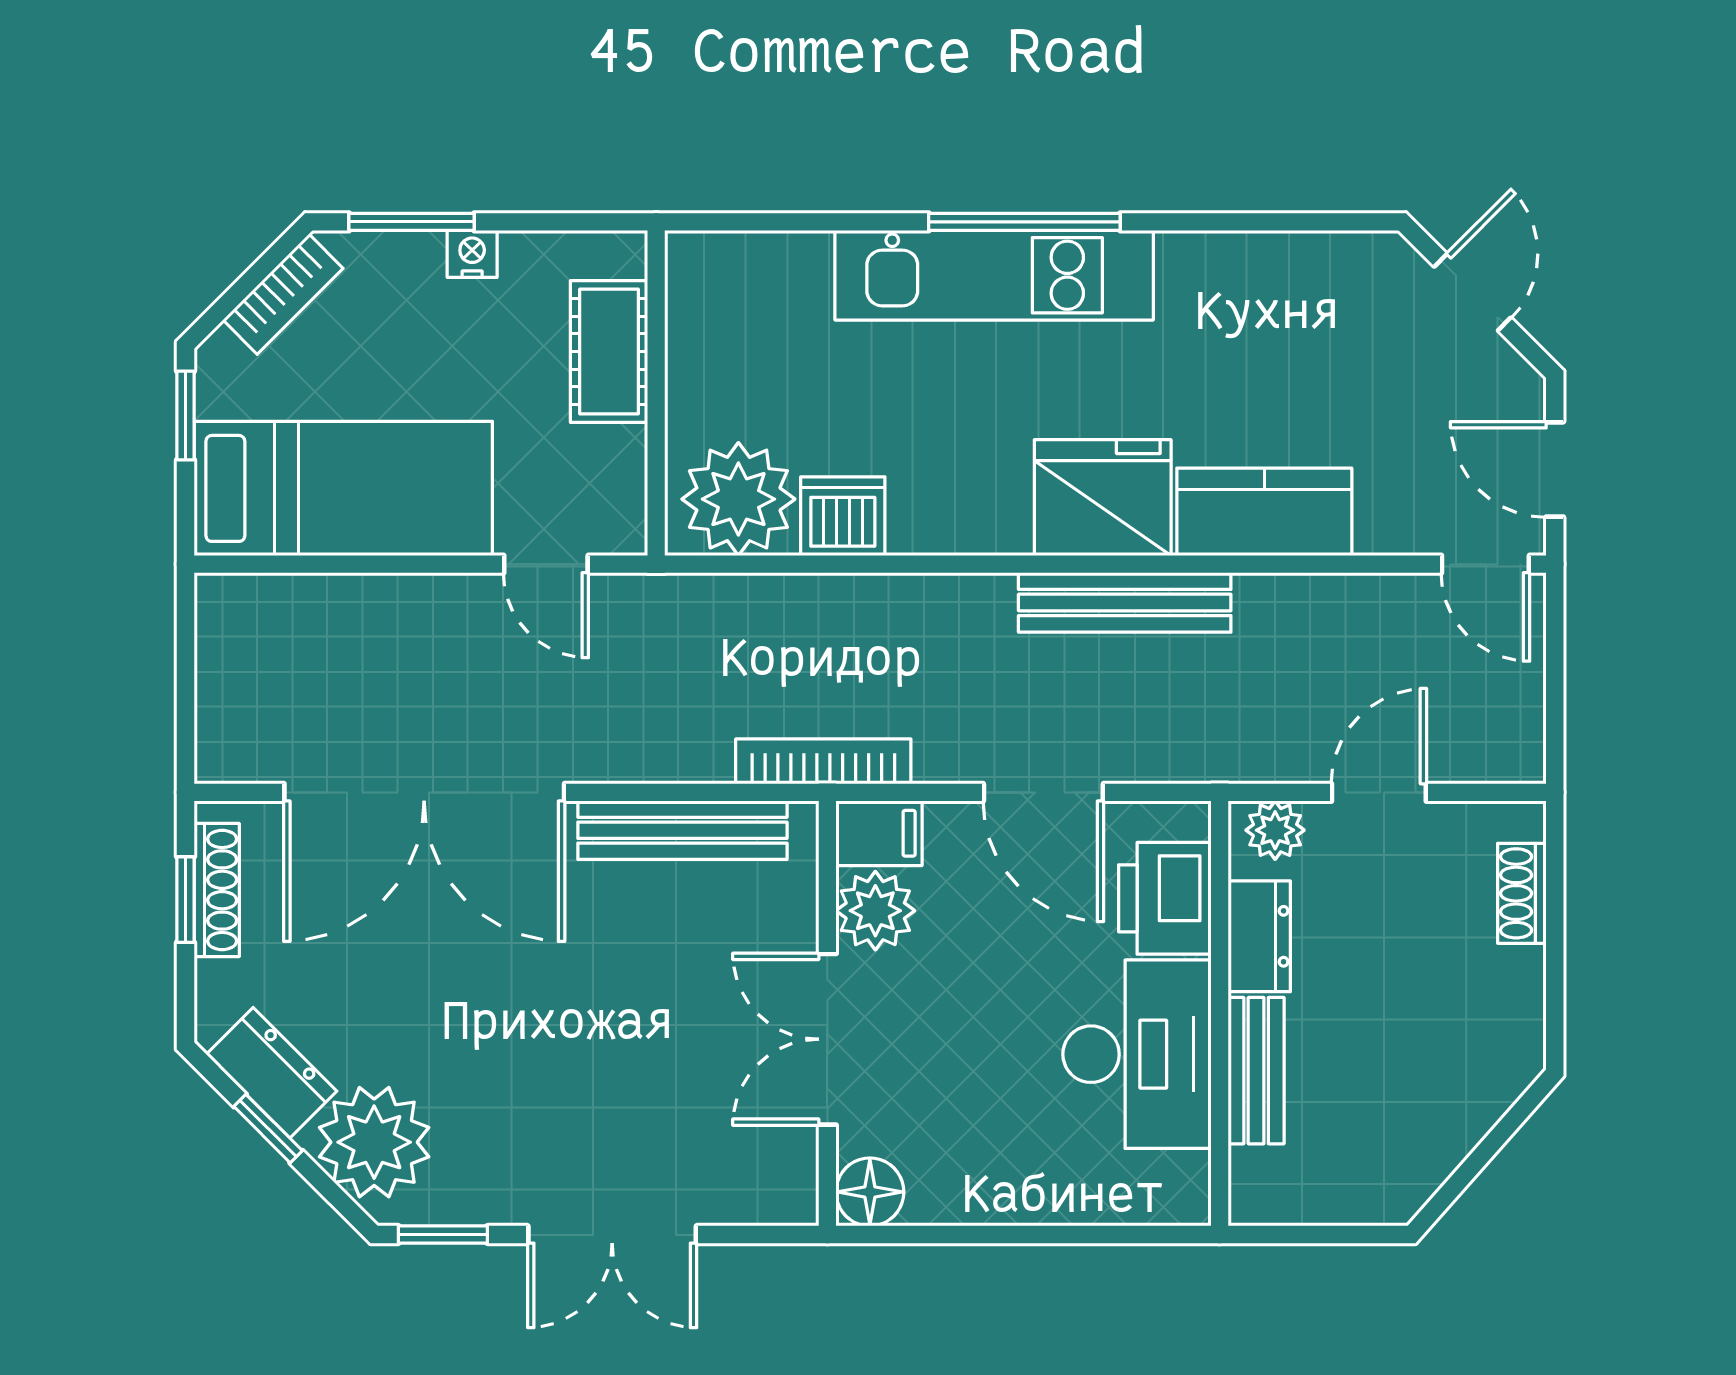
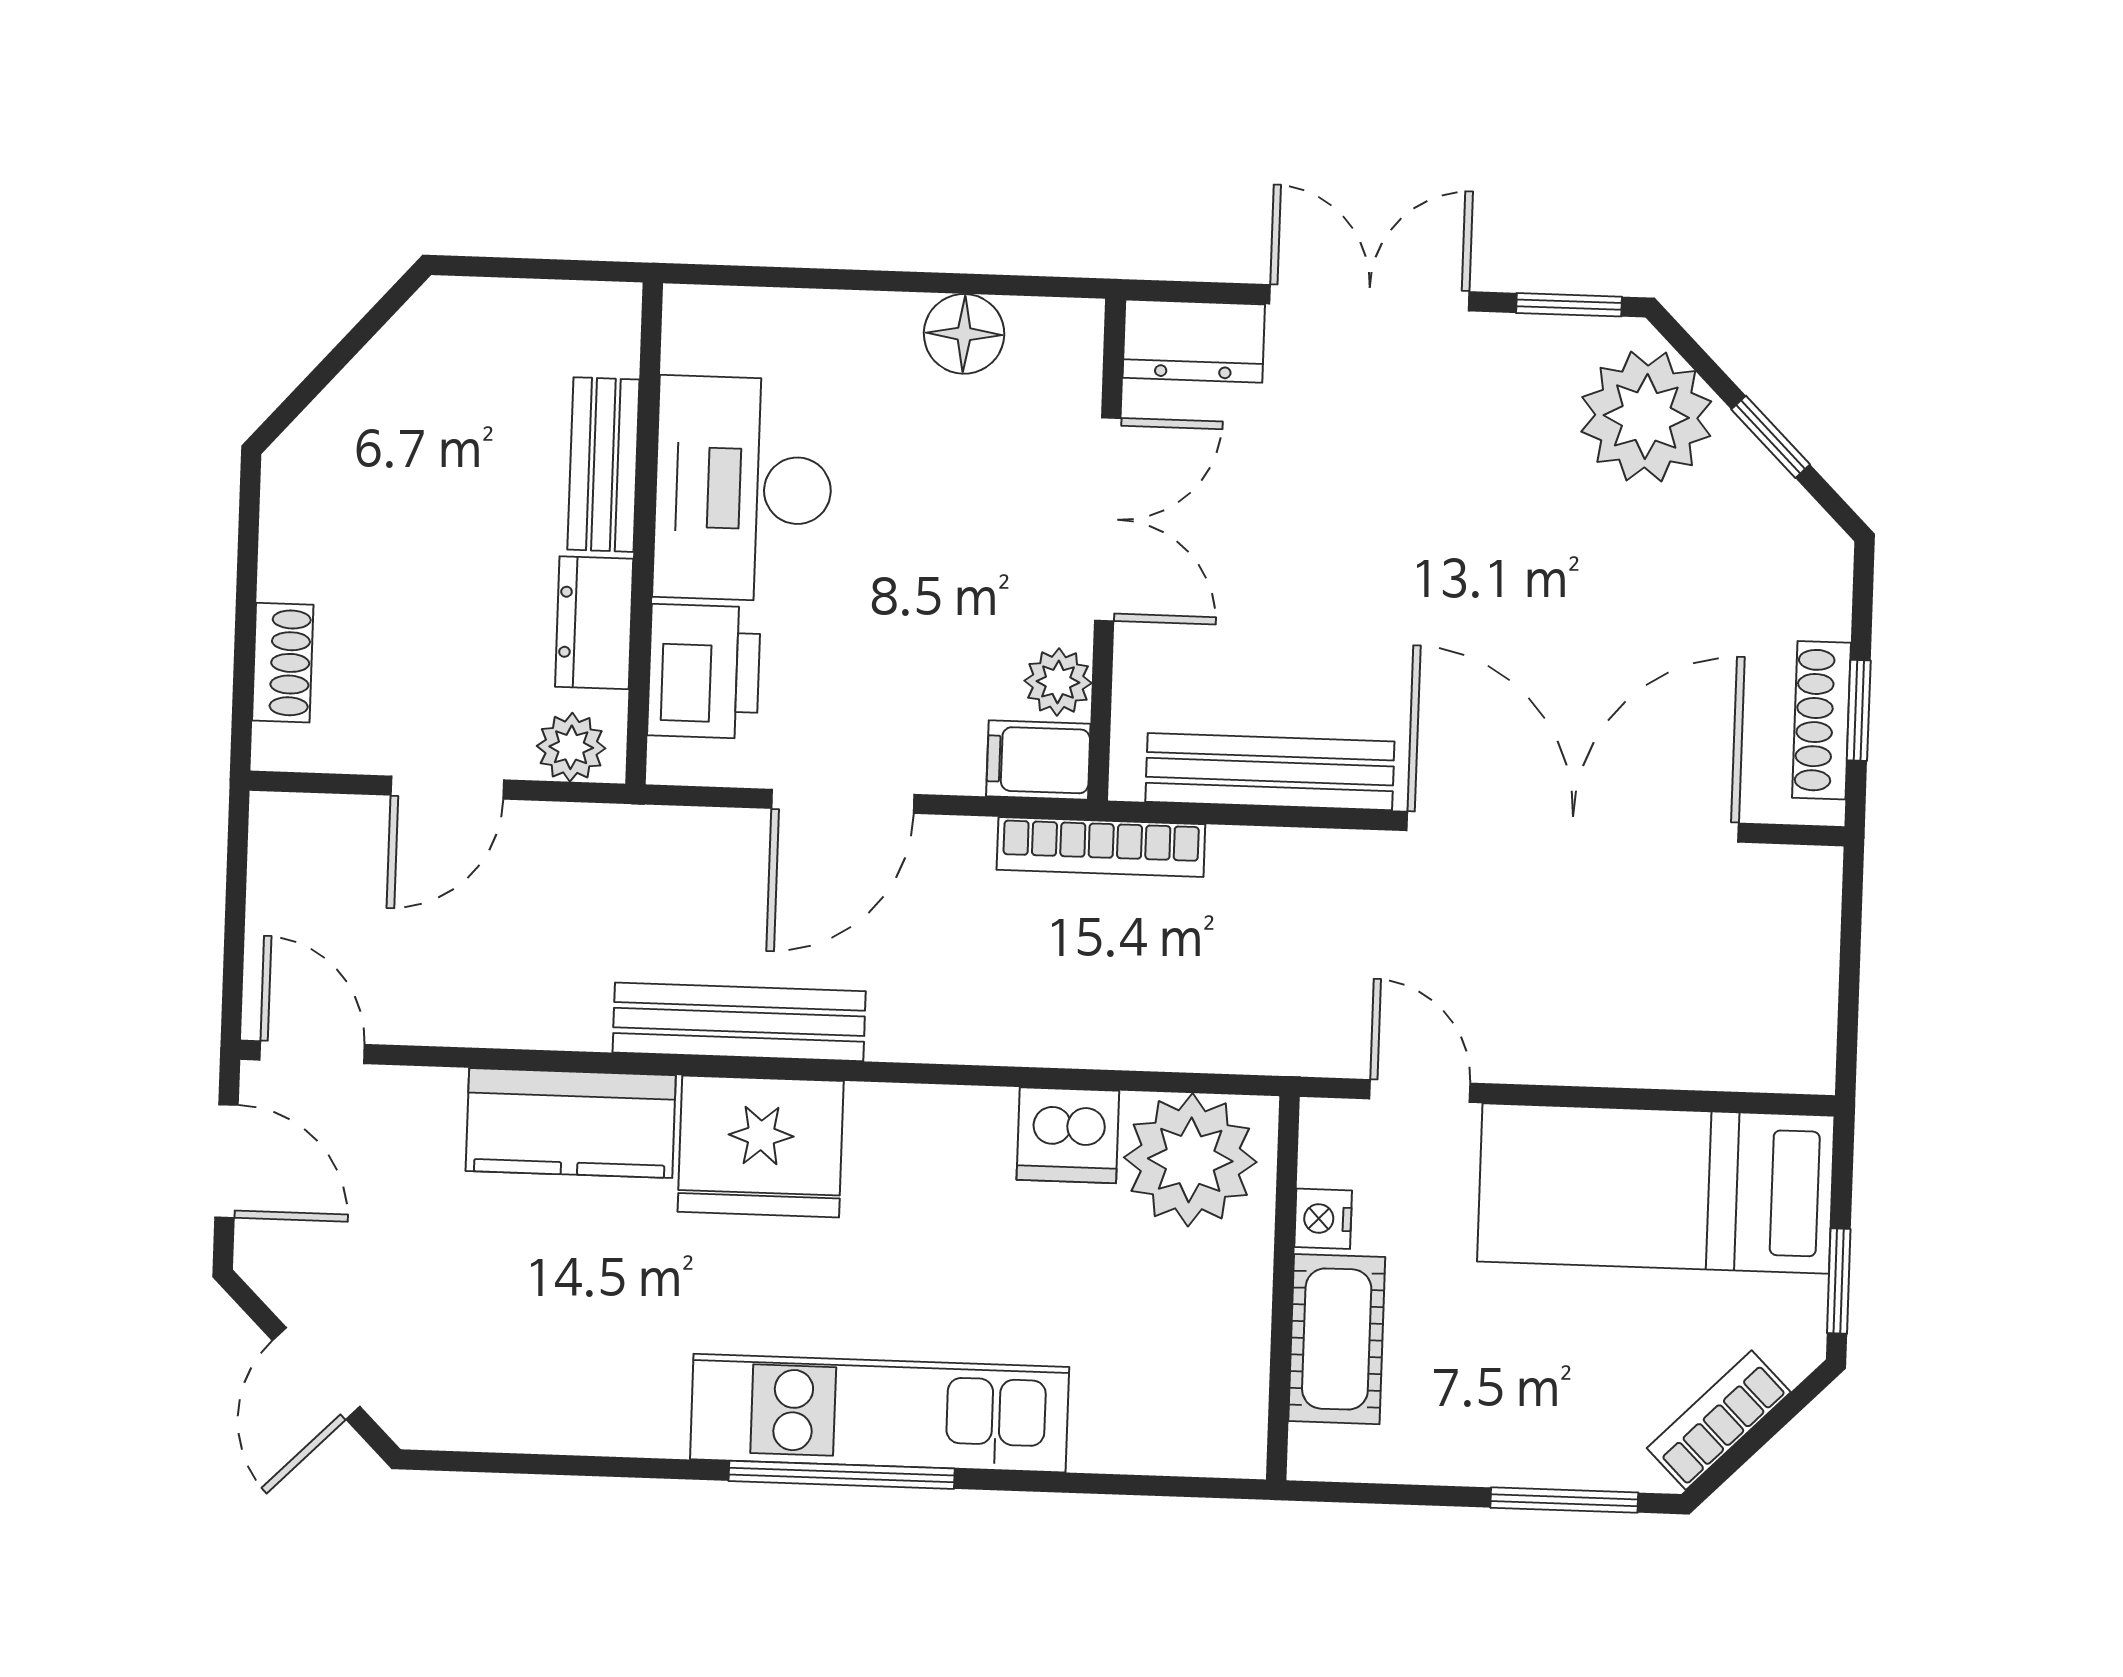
nightstand: (472, 254) -> (1323, 1219), moved, turned 90
door: (1043, 792) -> (843, 801), swing flipped
plant: (875, 911) -> (1058, 682), width x0.73, depth x0.73
dresser: (272, 1073) -> (1194, 341), moved, turned -45
floor lamp: (870, 1192) -> (964, 334), moved

